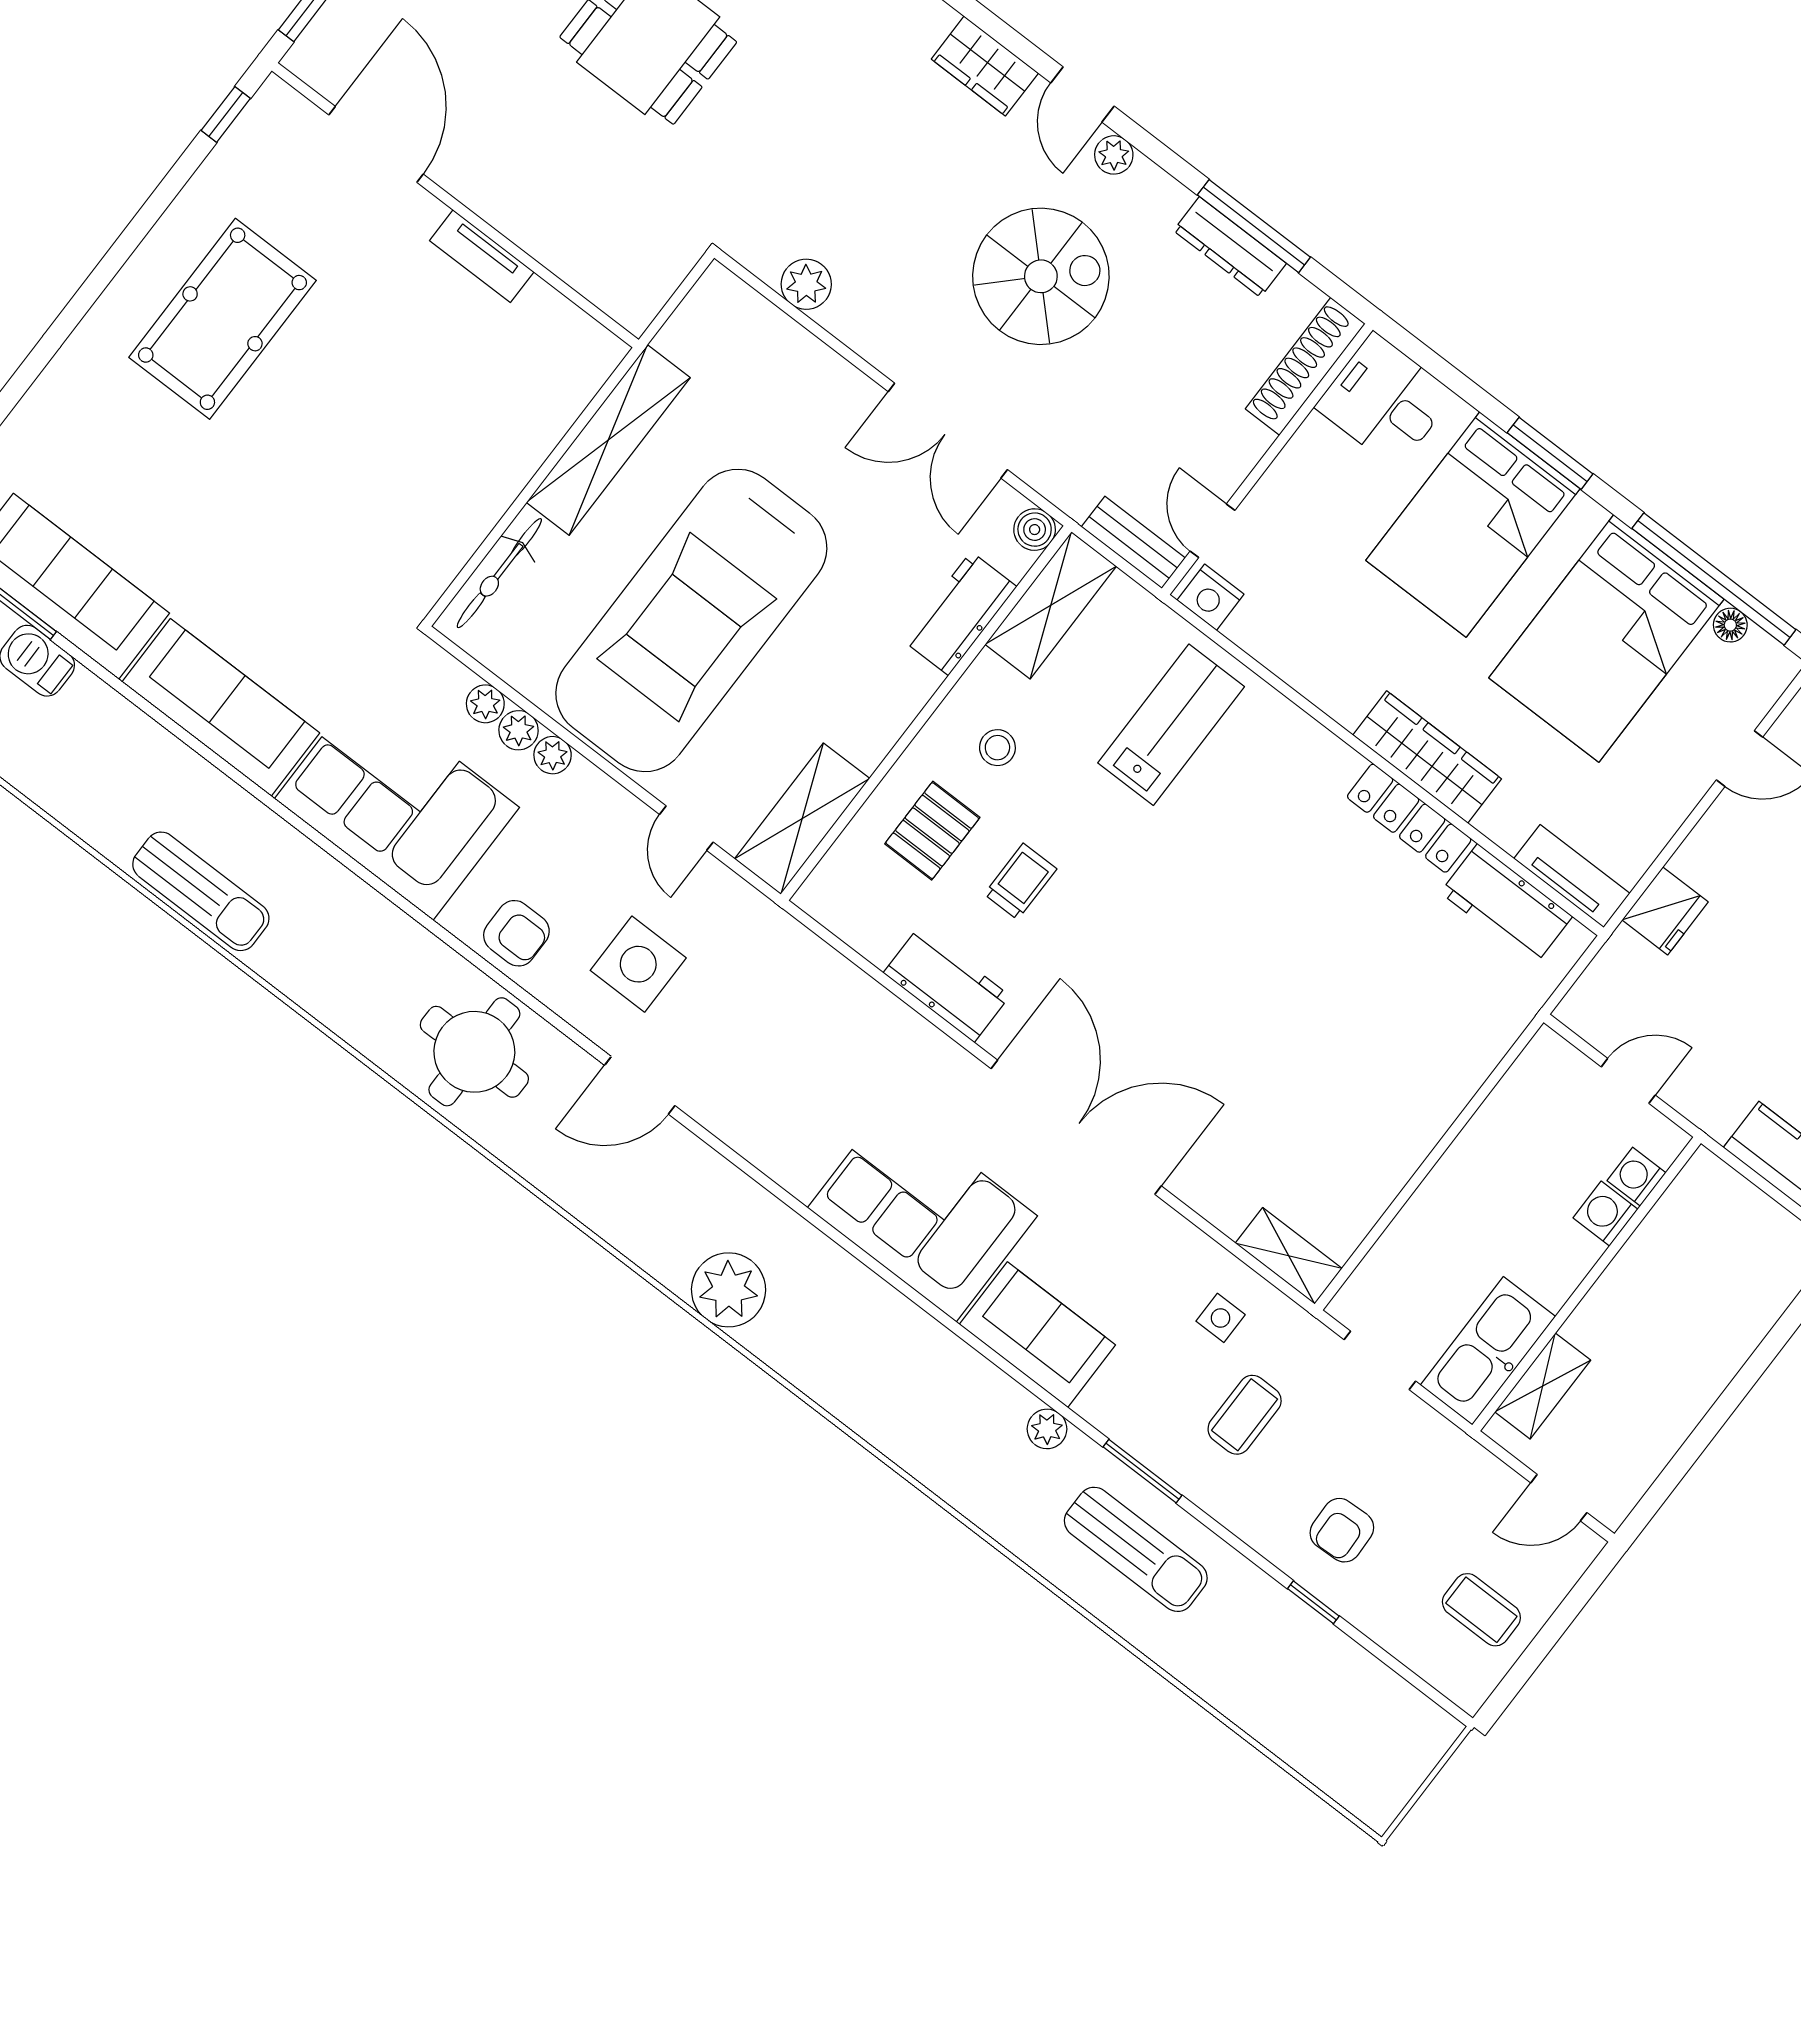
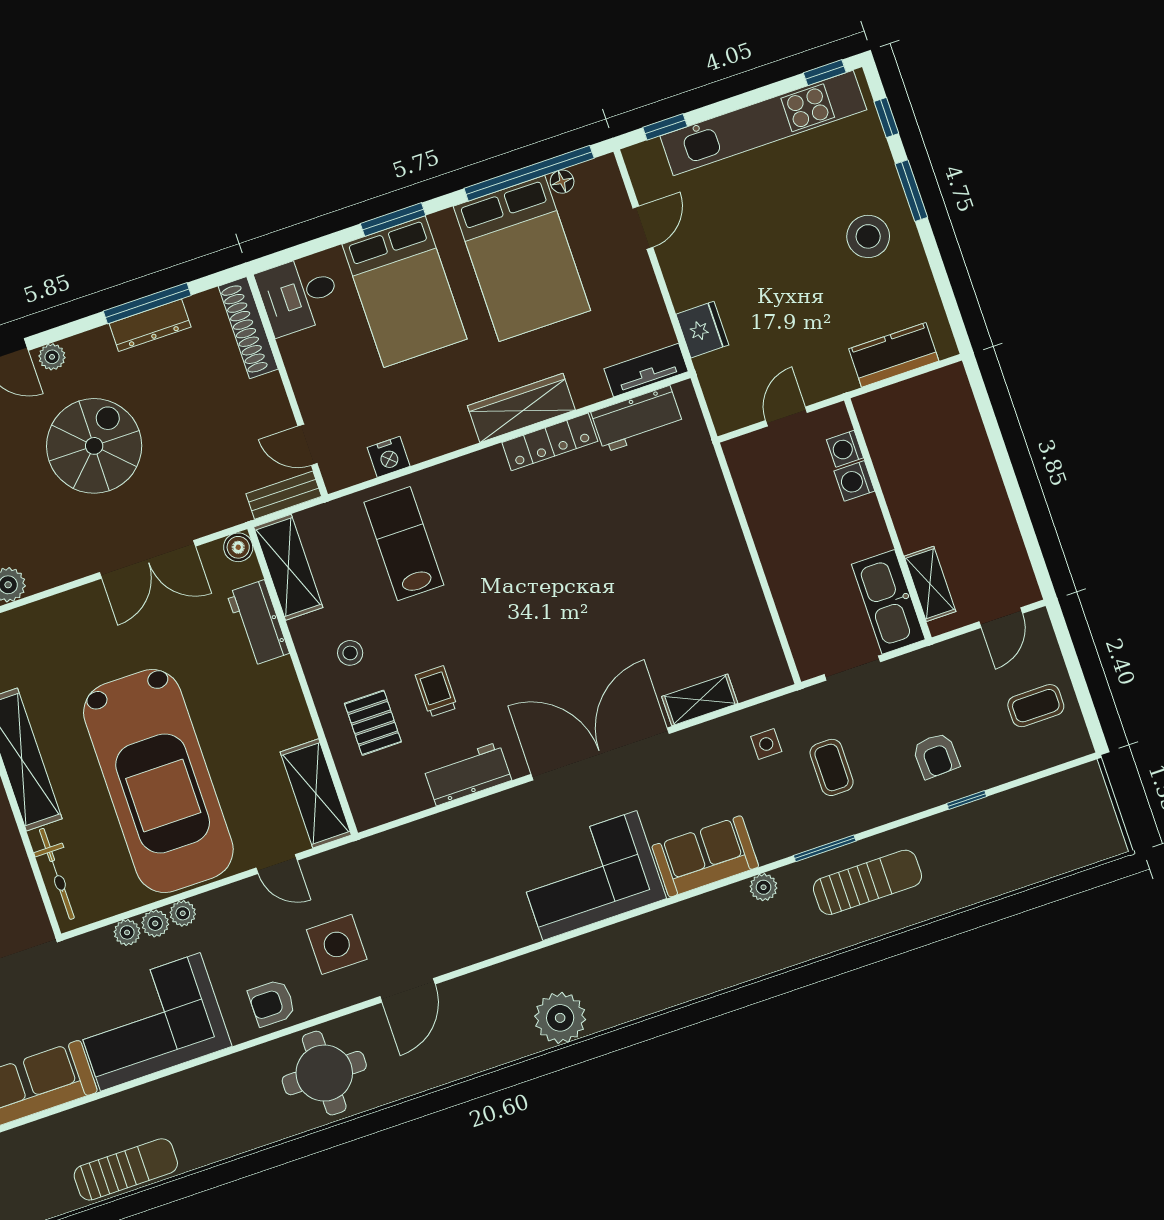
nightstand: (1210, 597) -> (389, 457), moved
armchair: (516, 933) -> (272, 1003), turned 180
shelving: (1289, 1256) -> (700, 700), moved

